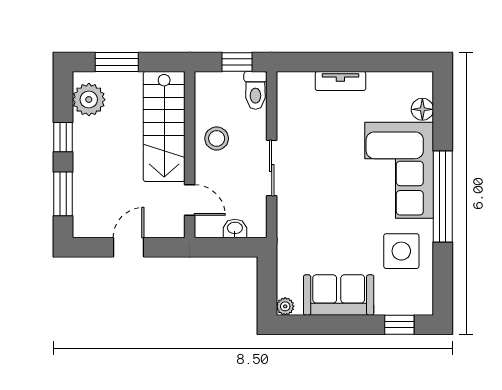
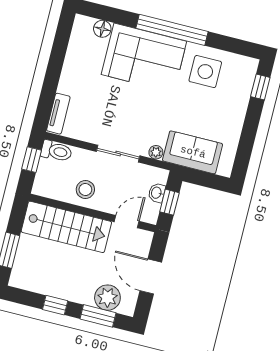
tv unit: (340, 81) -> (58, 114), moved
plant: (89, 100) -> (107, 298), moved
door: (129, 247) -> (151, 277), width x1.38
window: (227, 247) -> (169, 202), added
sofa: (339, 295) -> (193, 152), moved, turned 90
plant: (285, 306) -> (156, 152), moved

